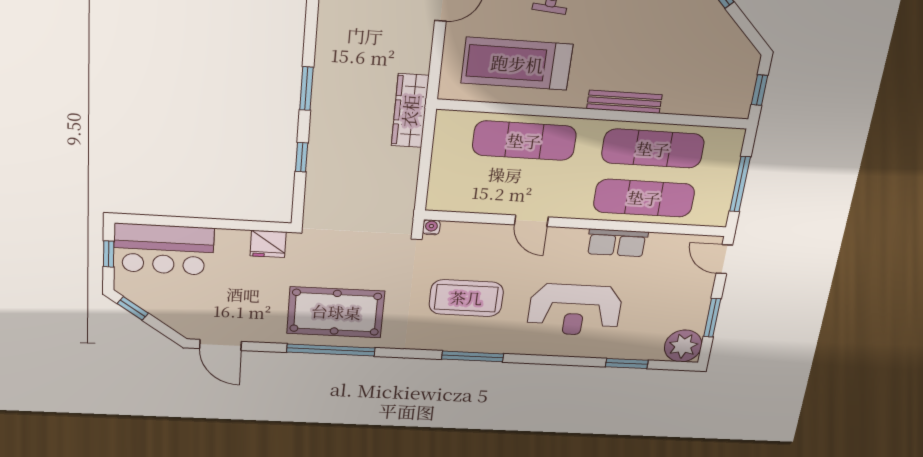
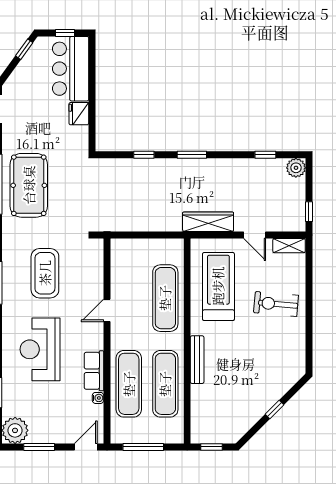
wardrobe: (410, 111) -> (208, 222), moved
water cooler: (431, 227) -> (98, 398), moved
fridge: (268, 244) -> (79, 114), moved

